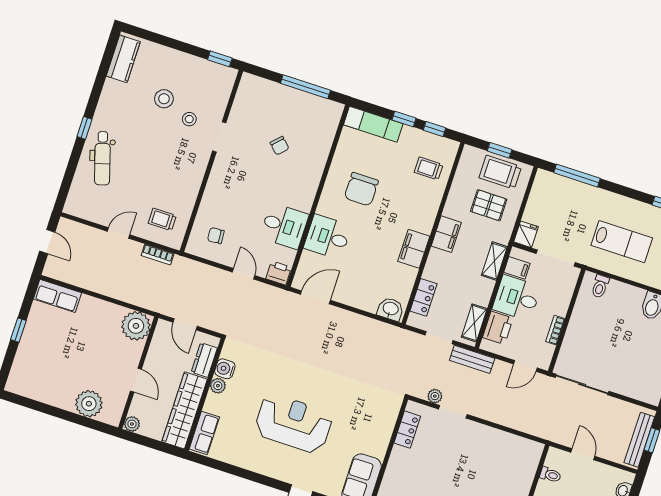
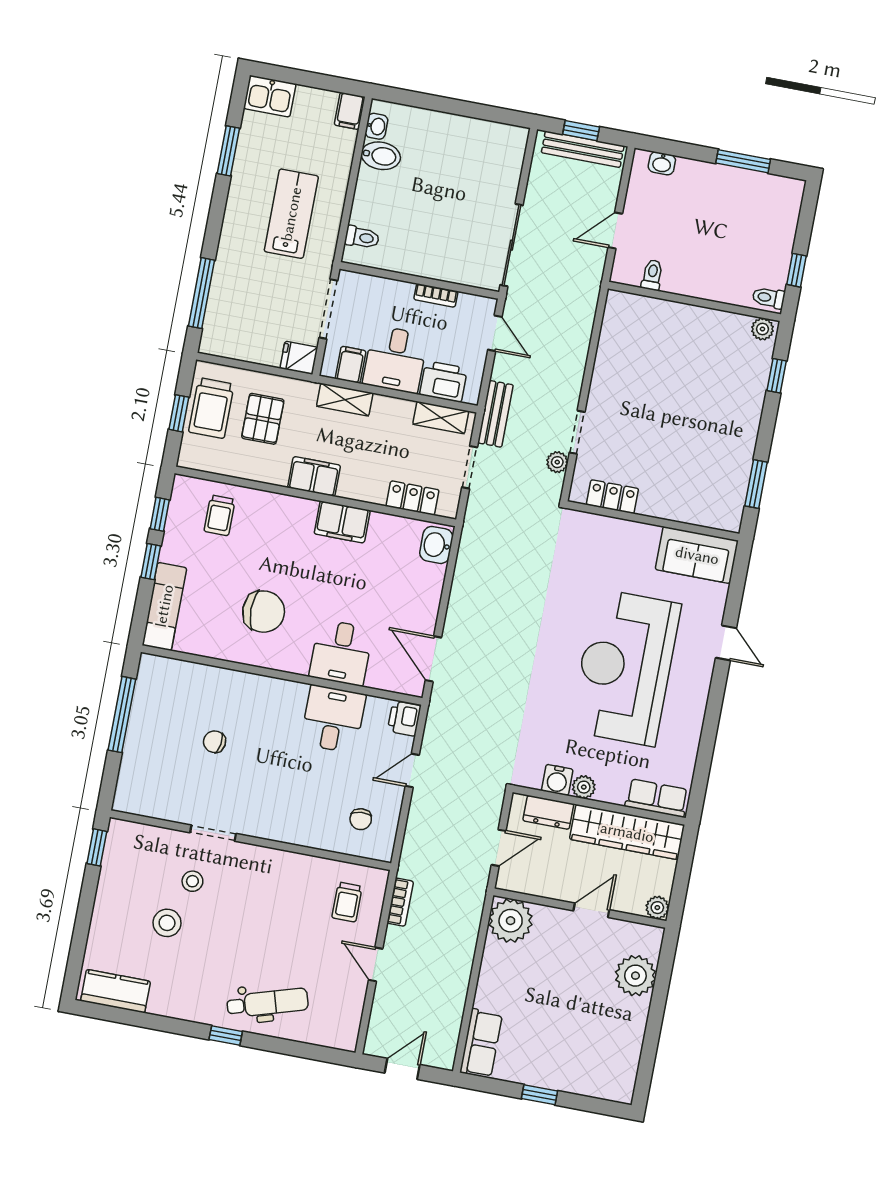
chair: (280, 146) -> (215, 742), turned -125
reception desk: (293, 423) -> (625, 667), width x1.36, depth x1.30

